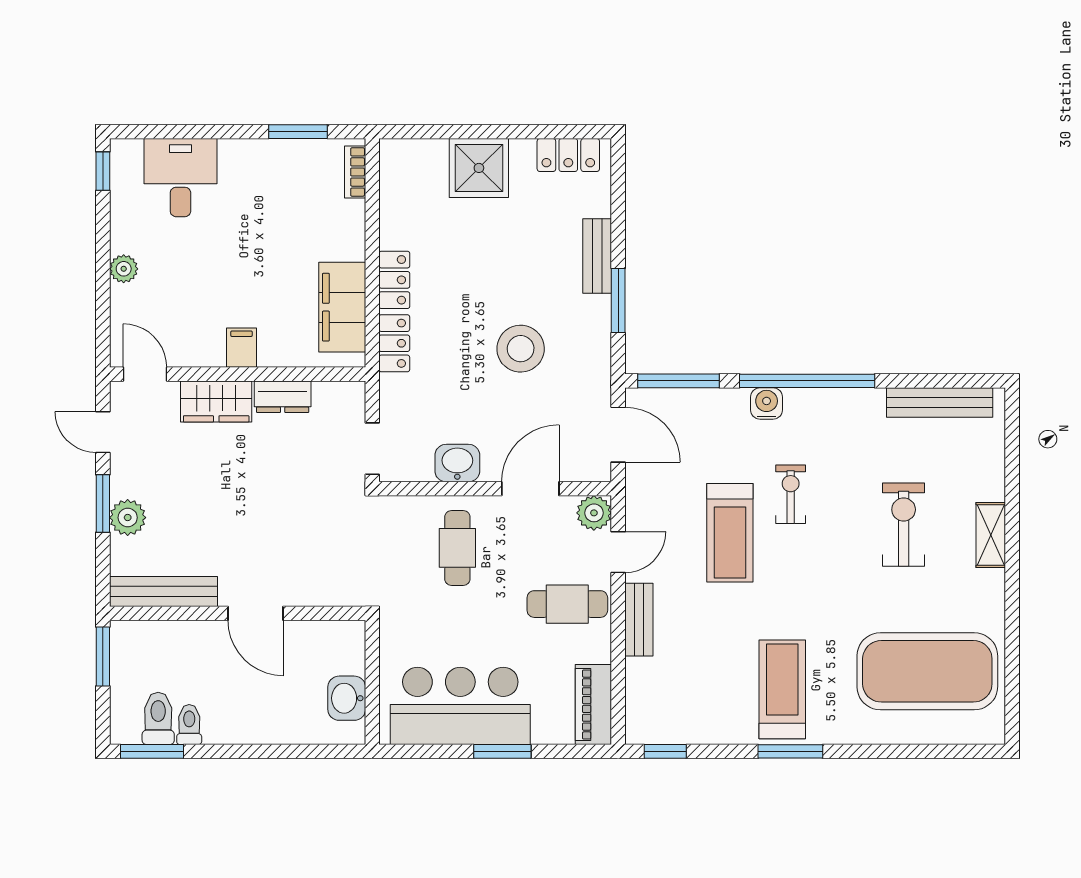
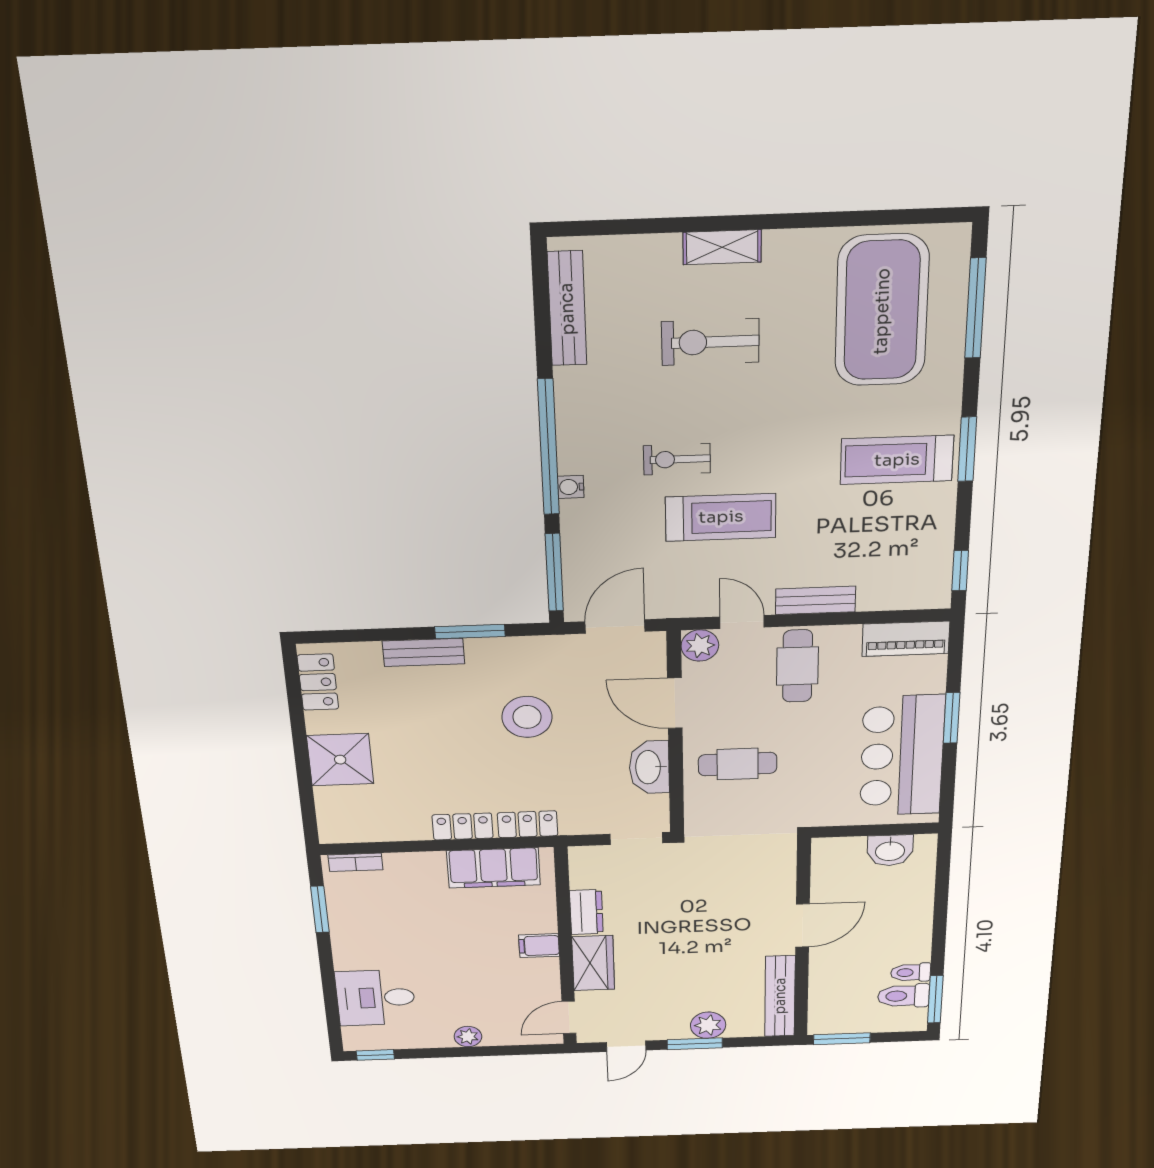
water cooler: (767, 403) -> (571, 487), width x0.72, depth x0.72
washbasin: (457, 463) -> (649, 767), width x1.38
window: (926, 751) -> (975, 308), added

